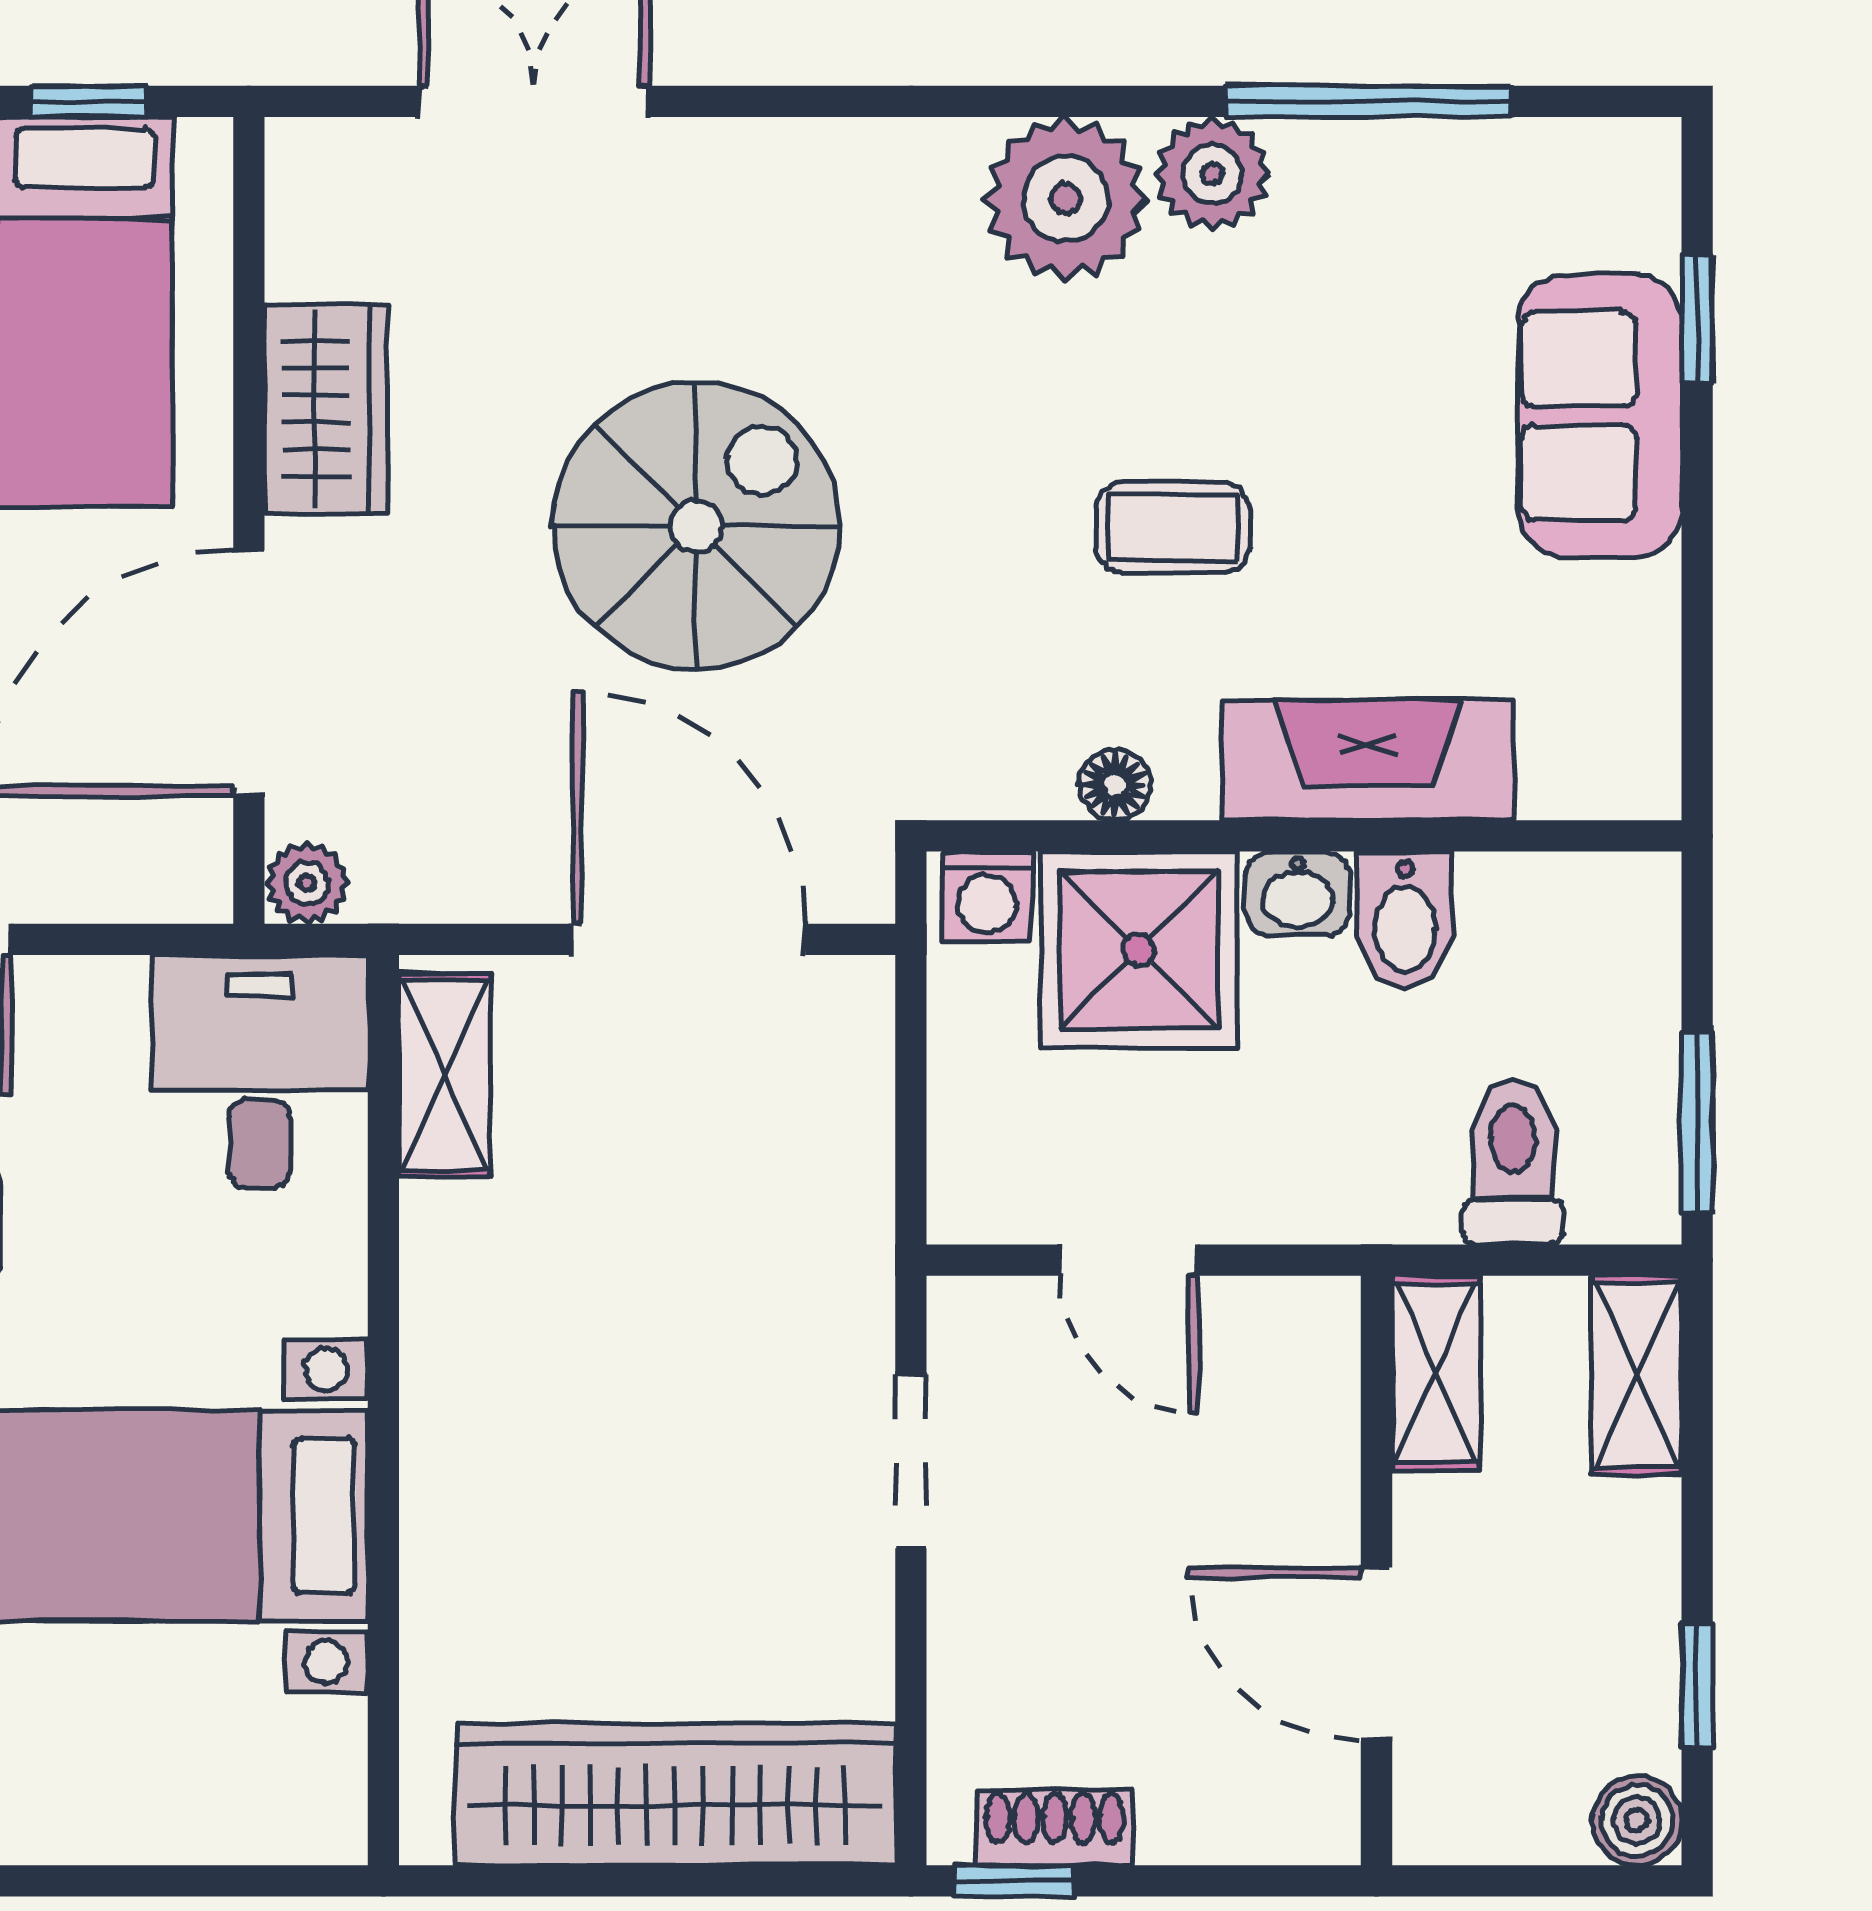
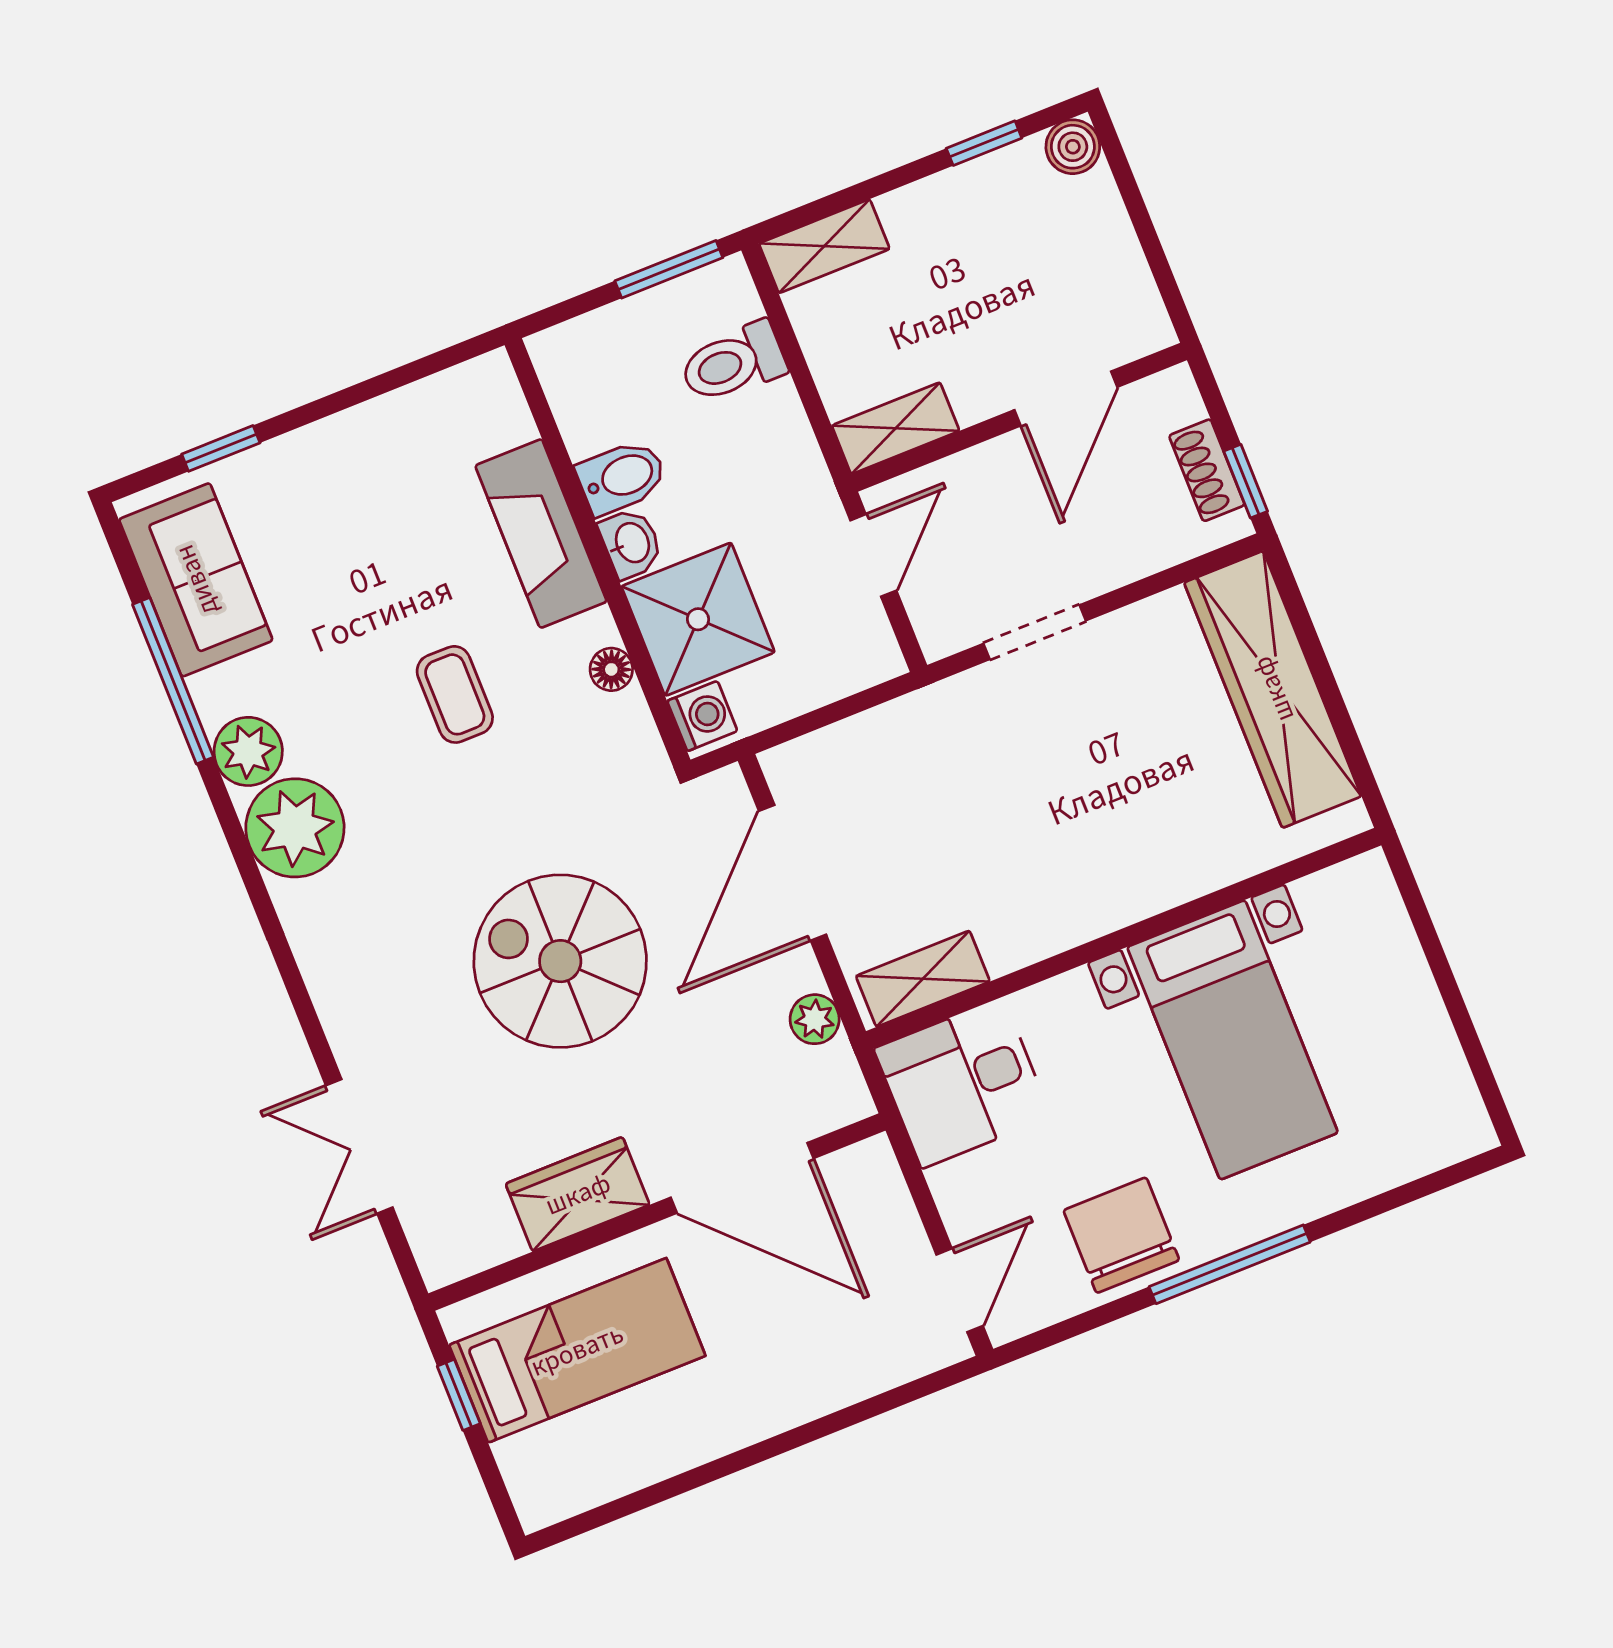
sofa: (1600, 416) -> (196, 580), moved, turned -90
plant: (307, 883) -> (815, 1019), moved
shelving: (1436, 1373) -> (896, 428), moved
wall: (1377, 1570) -> (1019, 417), moved
door: (1377, 1654) -> (1066, 399), moved

